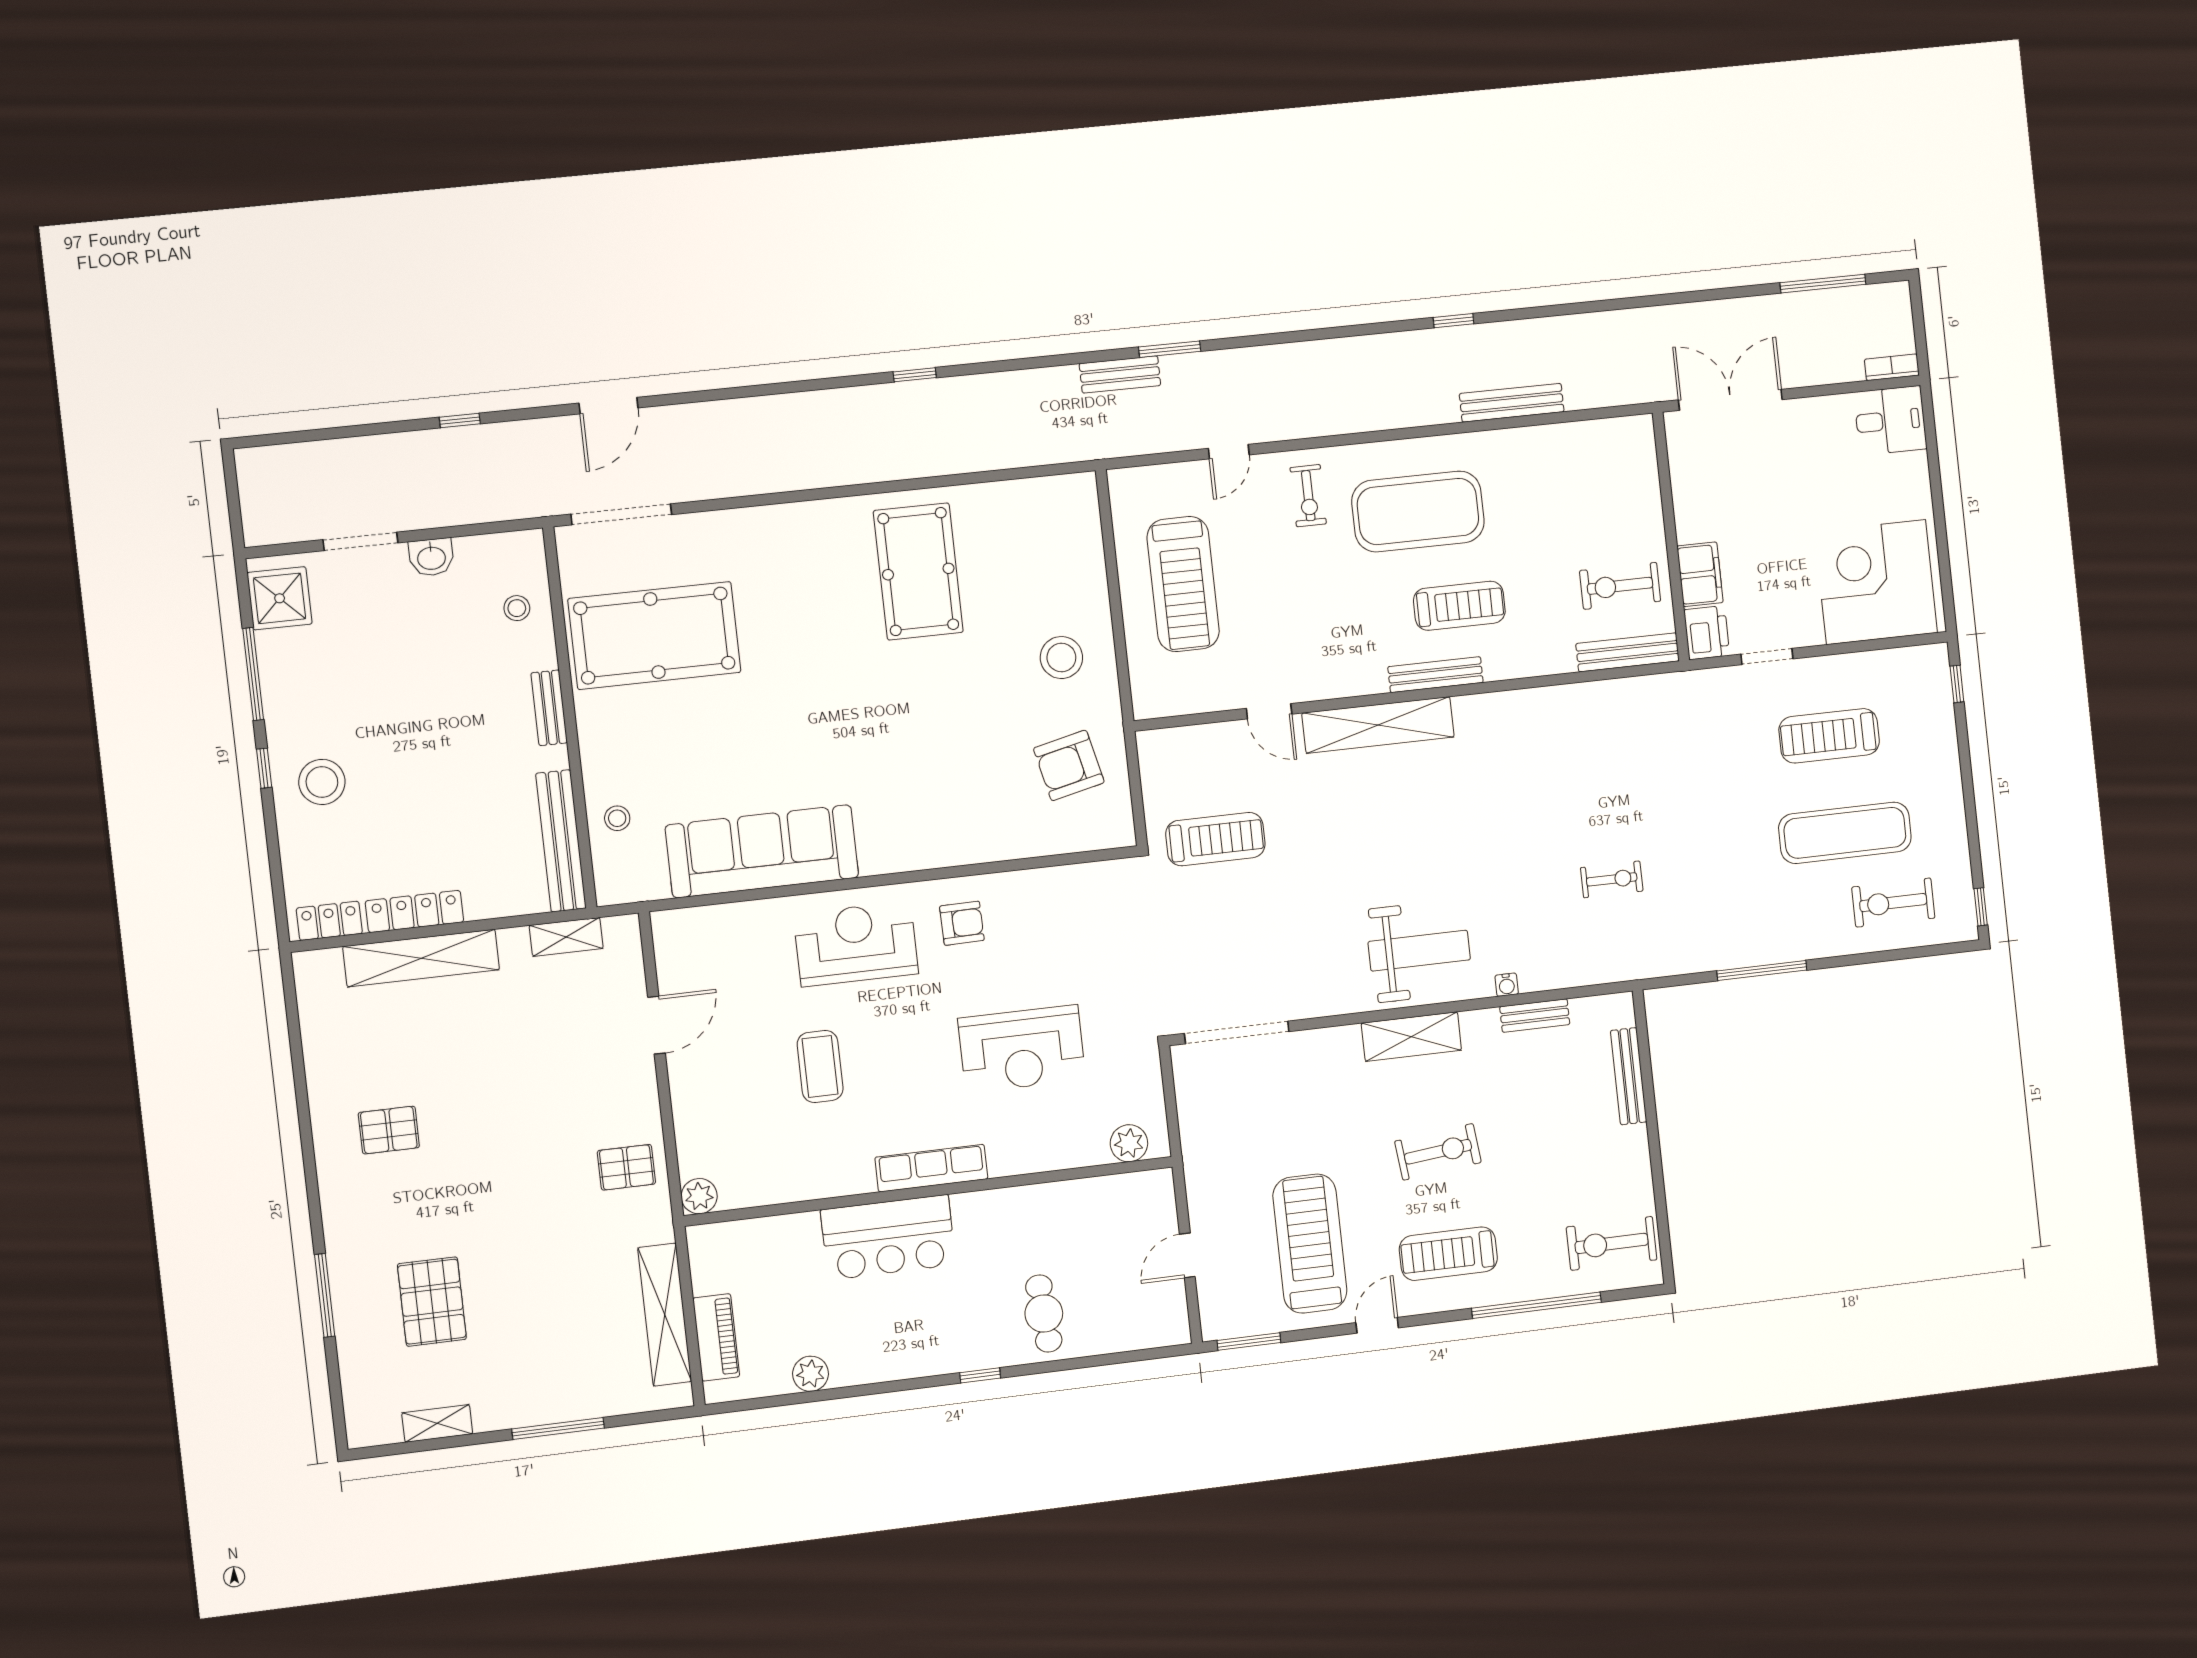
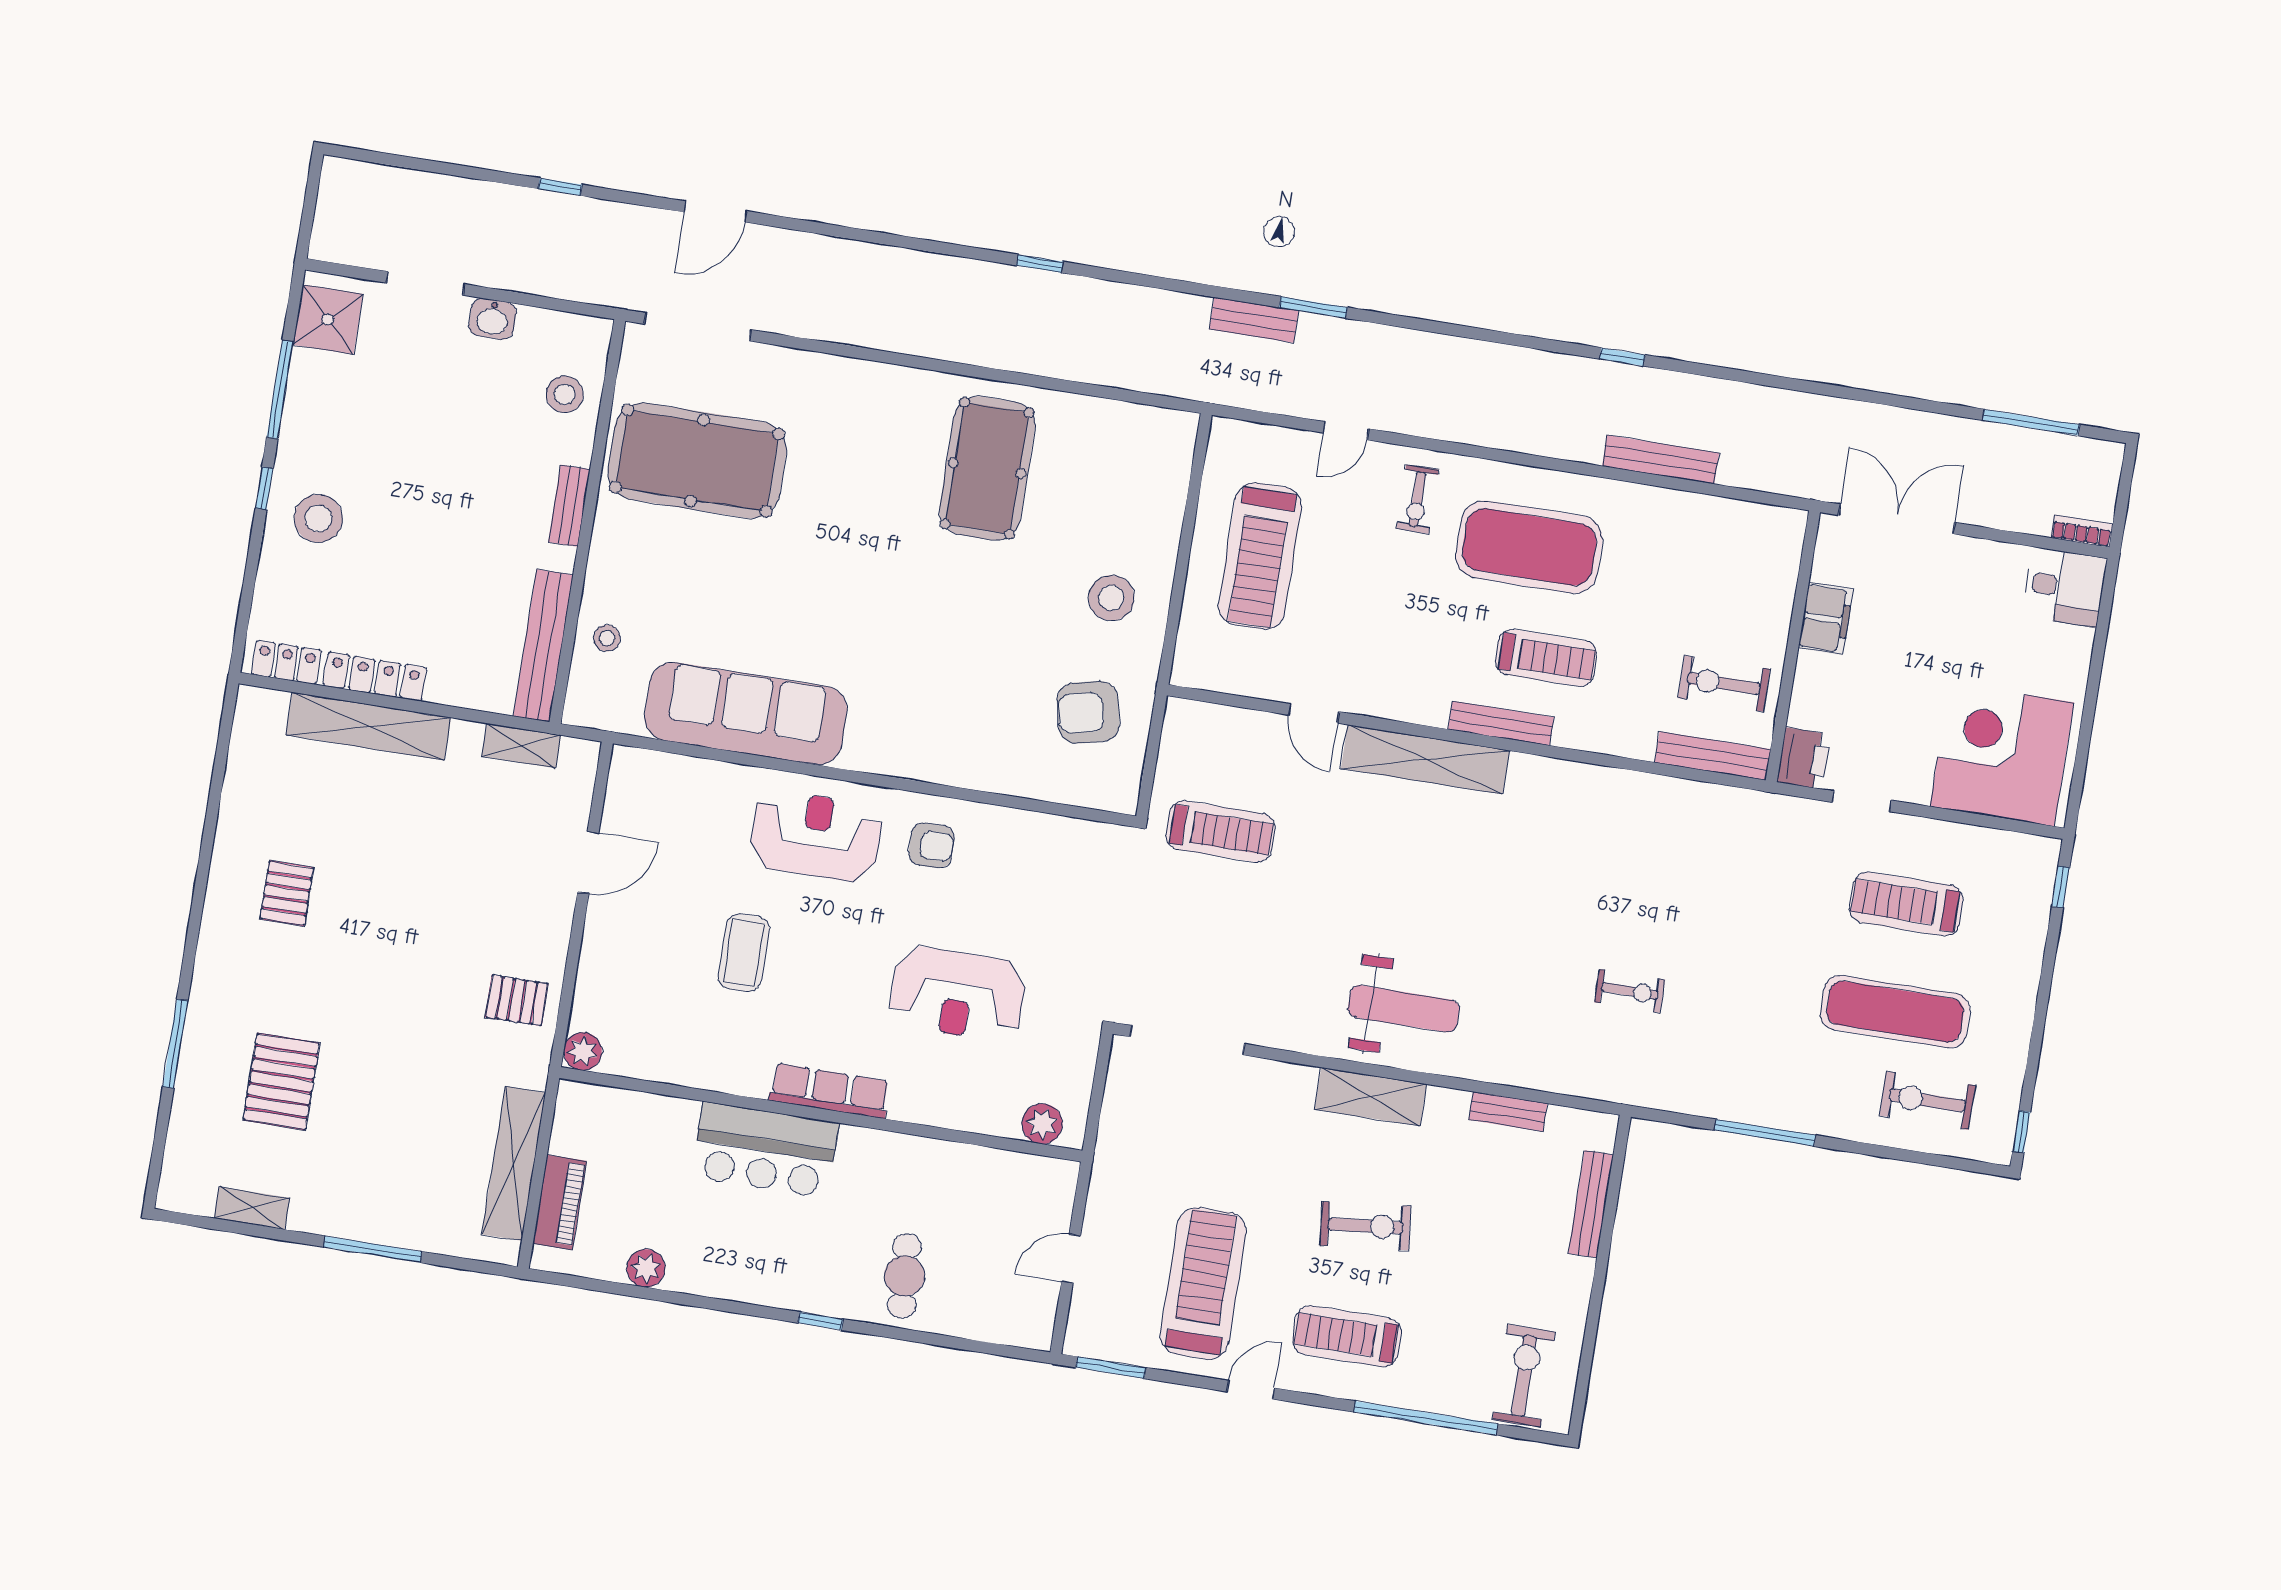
filing cabinet: (1700, 574) -> (1826, 619), moved
stool: (517, 608) -> (565, 394), width x1.37, depth x1.37
water cooler: (1507, 985) -> (1487, 1071), removed
pallet: (389, 1130) -> (287, 893), turned 90
exercise bike: (1612, 1243) -> (1524, 1376), turned 90

